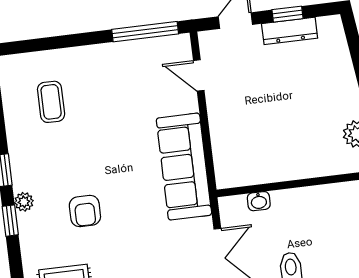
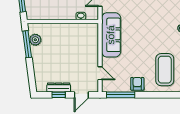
coffee table: (51, 102) -> (165, 70), width x1.86, depth x1.72
armchair: (85, 211) -> (137, 84), moved

